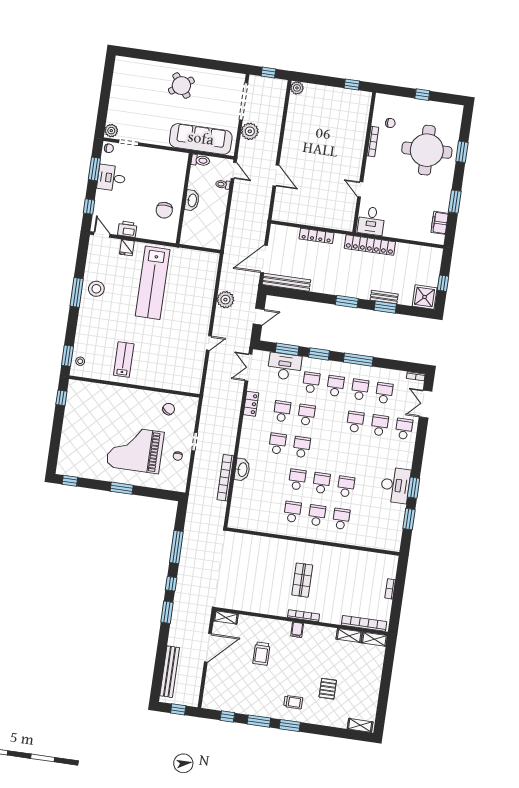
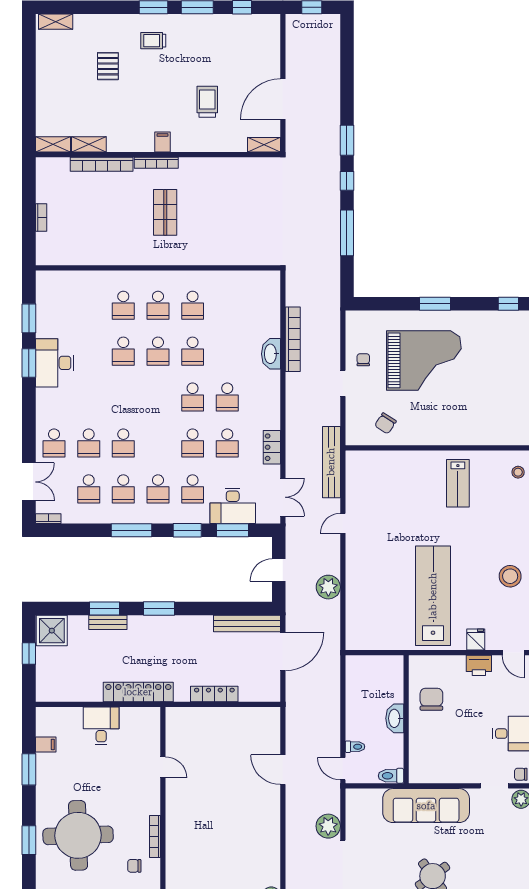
sofa: (201, 139) -> (426, 806), moved
desk: (371, 221) -> (101, 726), moved
filing cabinet: (440, 223) -> (46, 744), width x0.50
bookcase: (364, 623) -> (102, 164), moved
bench: (170, 672) -> (331, 462), moved

